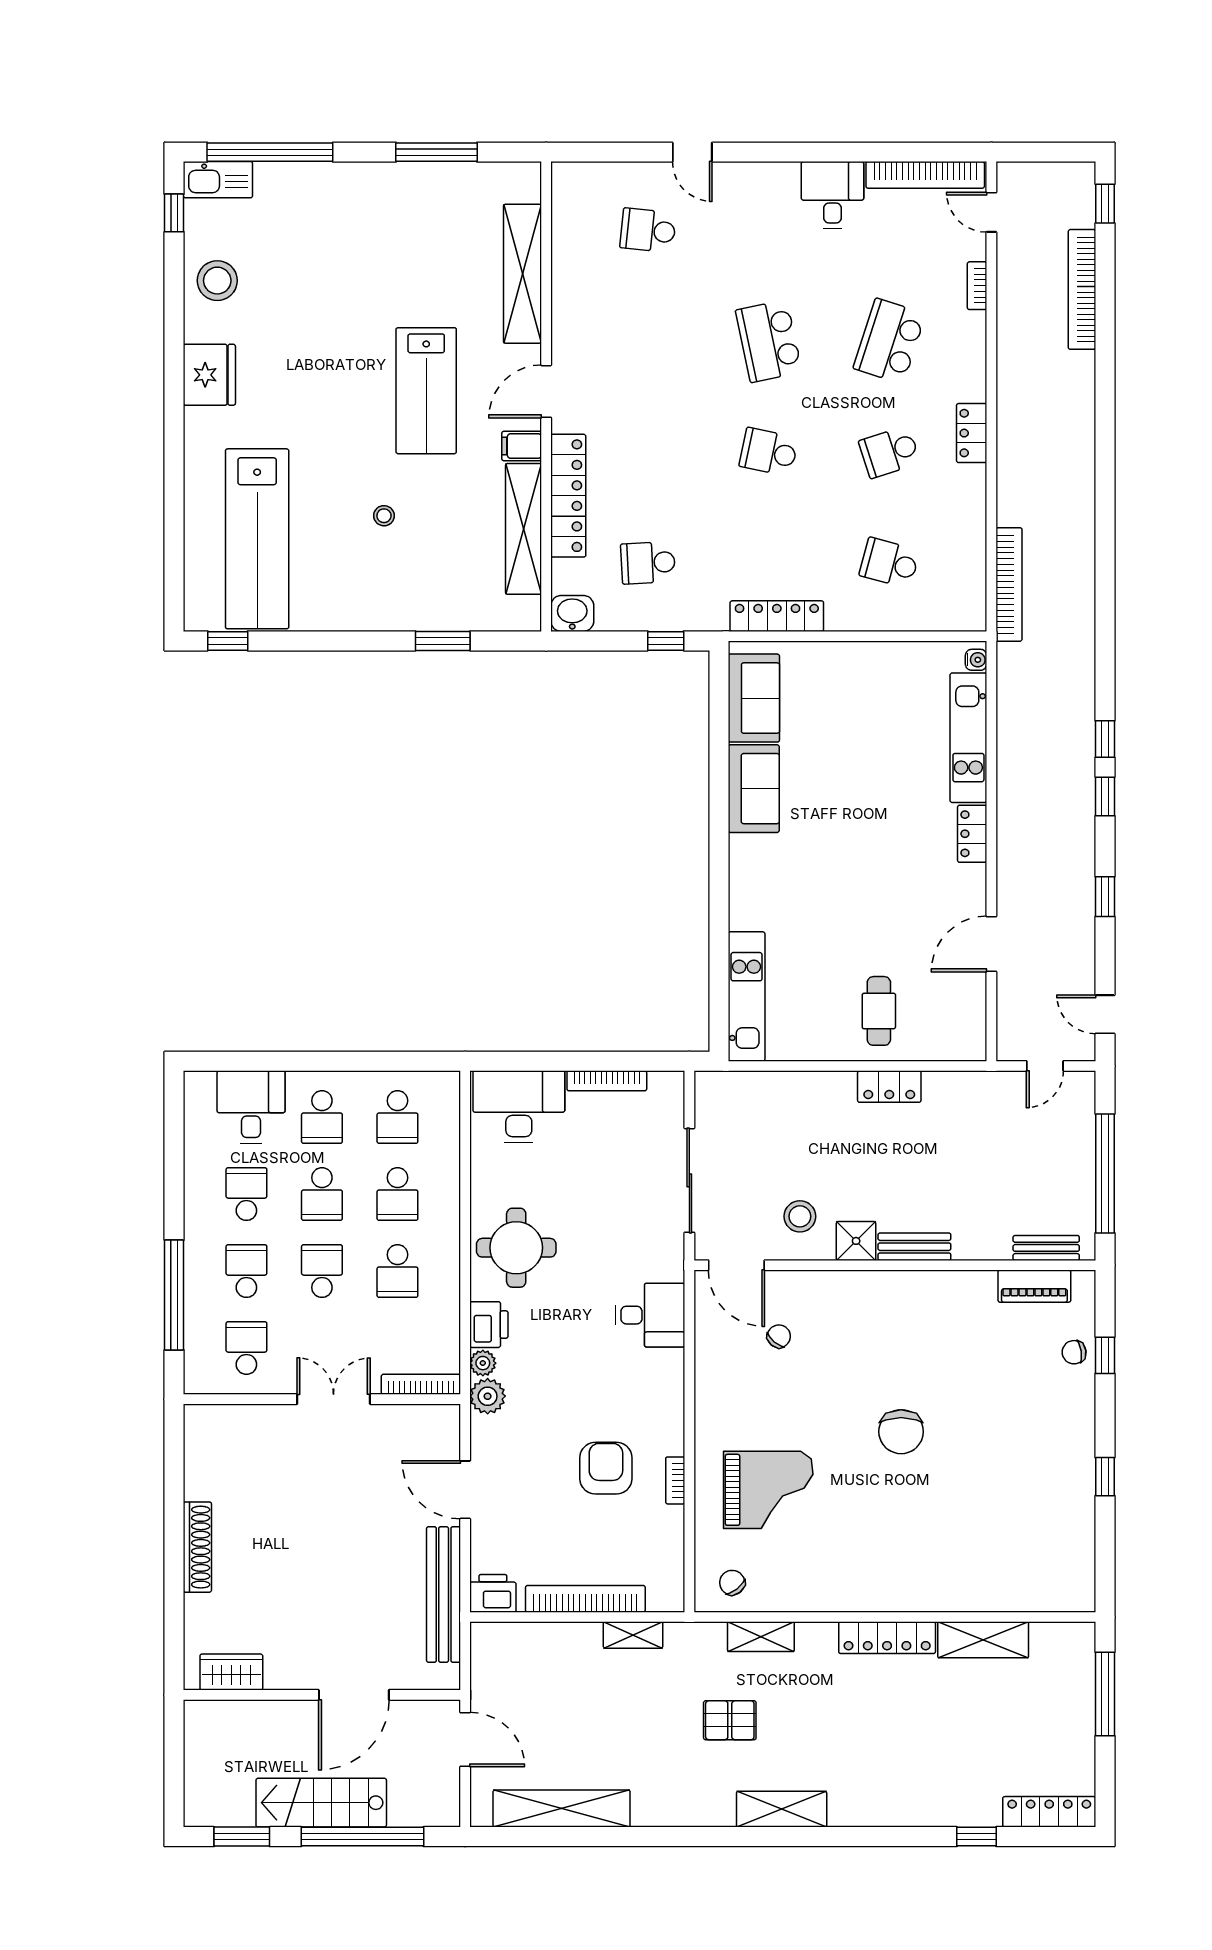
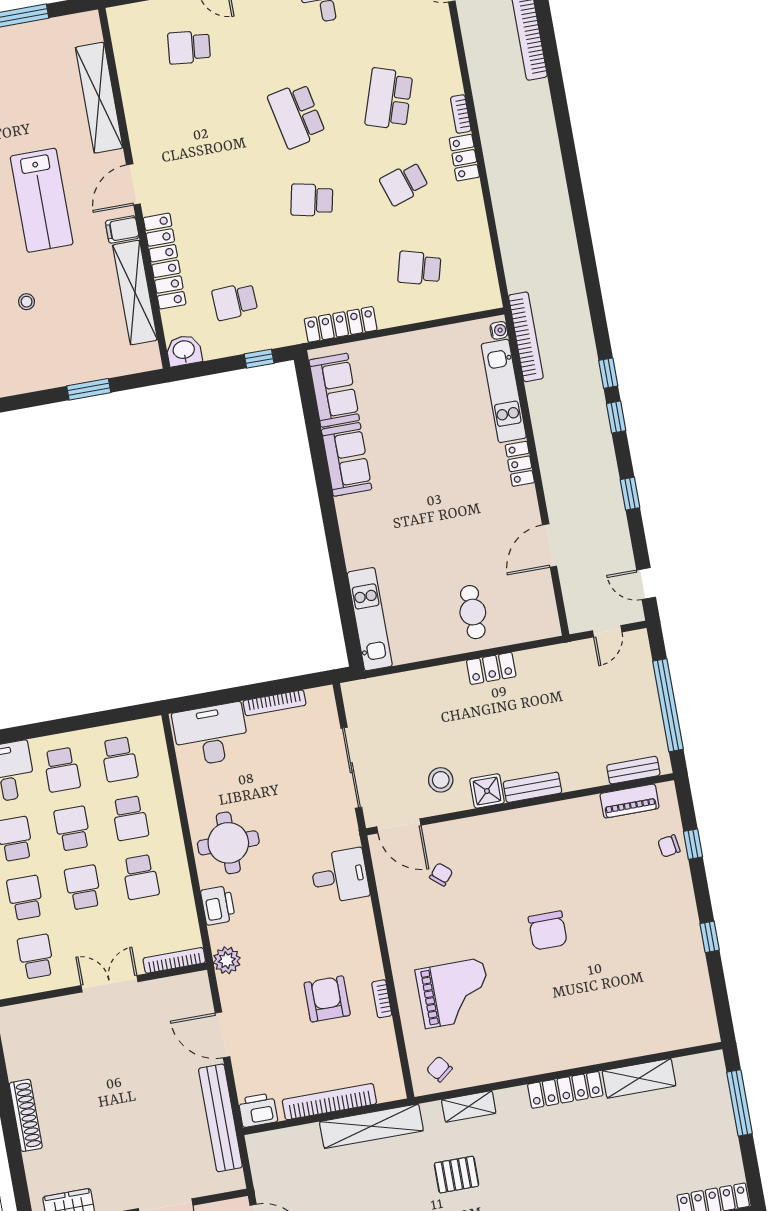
bookcase: (977, 286) -> (461, 114), moved
bookcase: (1009, 584) -> (526, 337), moved
school desk: (322, 1194) -> (72, 829), turned 180
plant: (483, 1363) -> (219, 936), removed
shelving: (633, 1635) -> (371, 1126), width x2.20, depth x1.33

